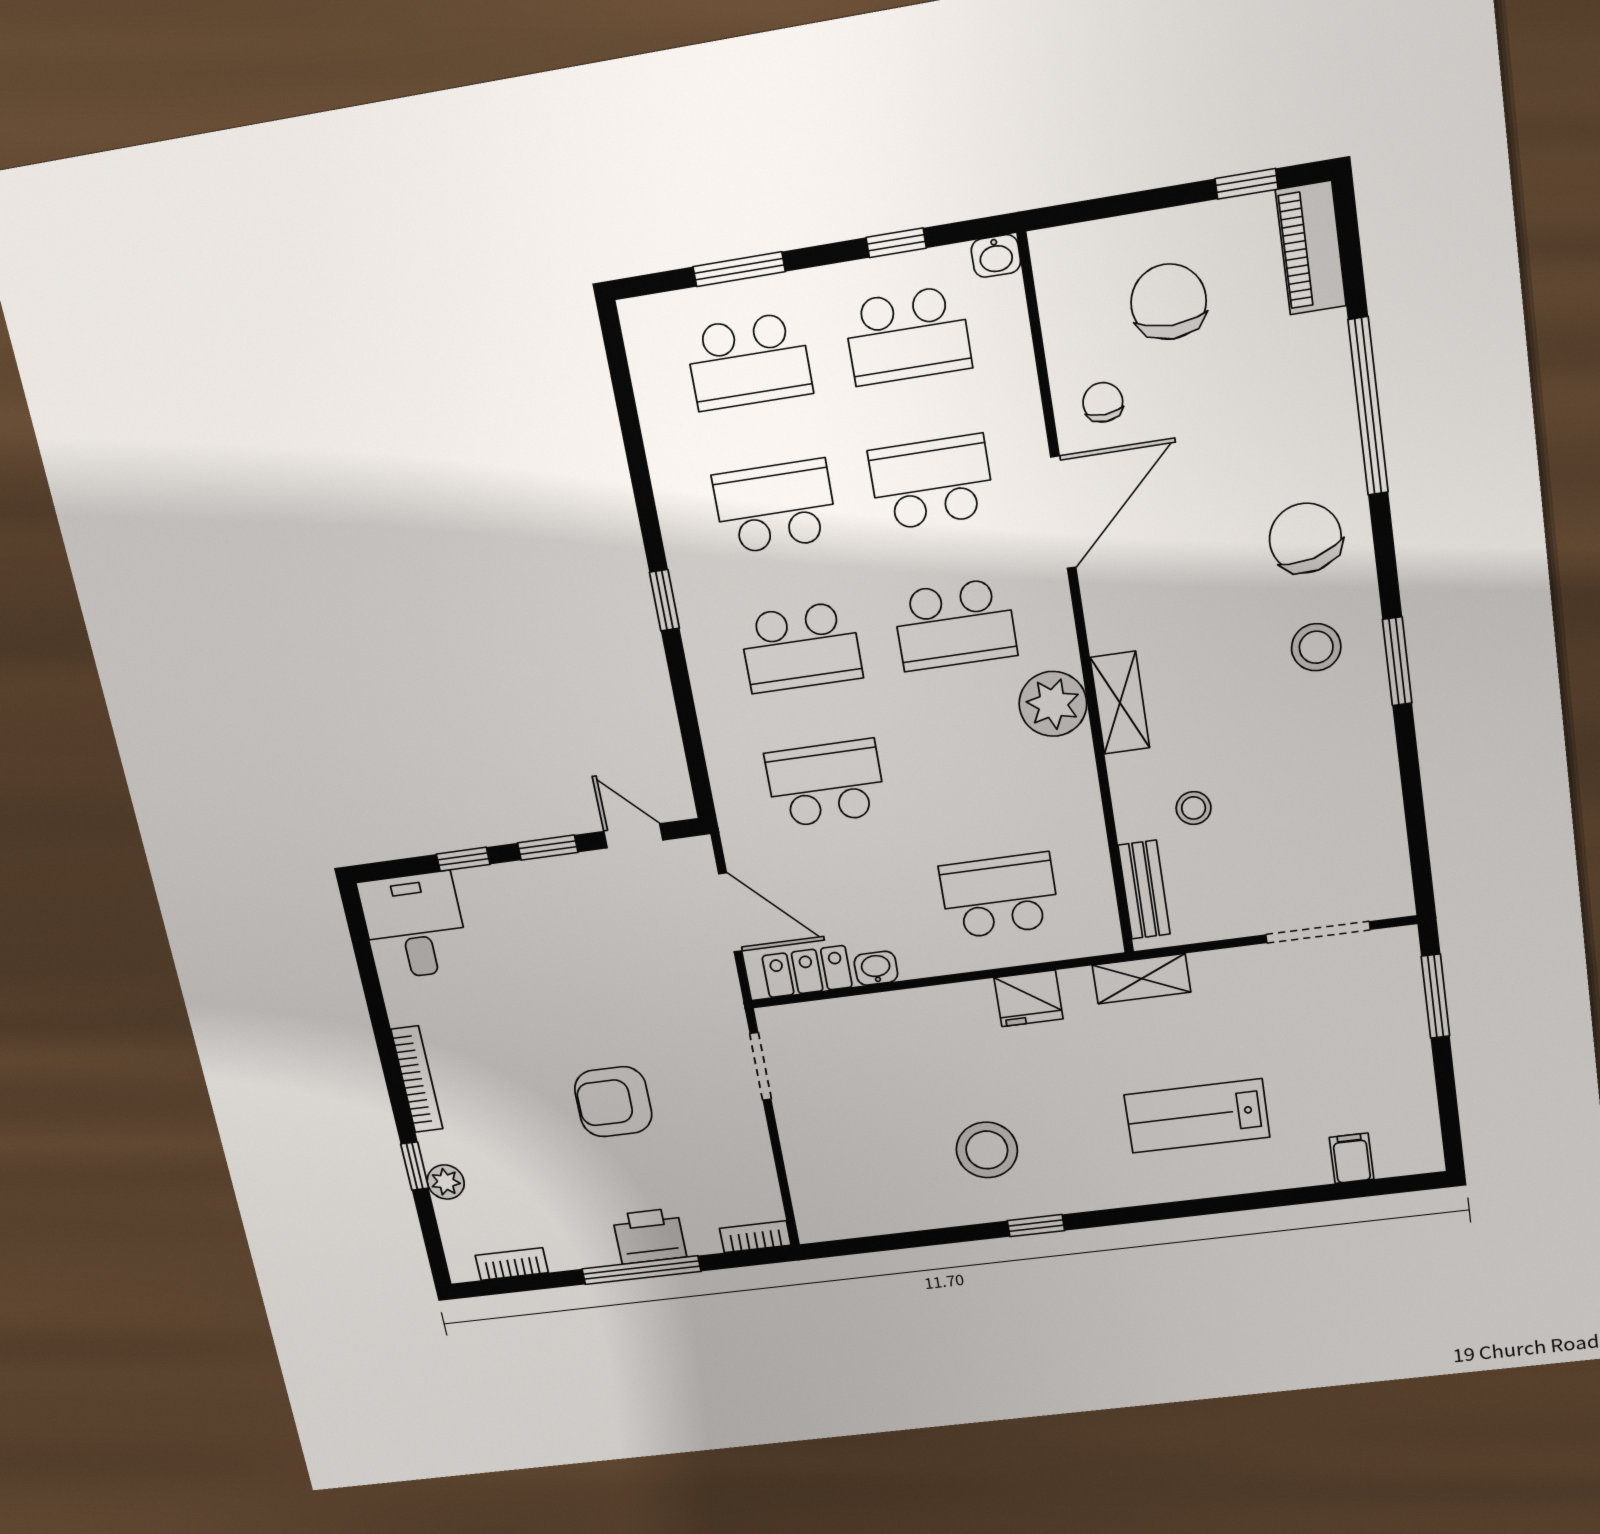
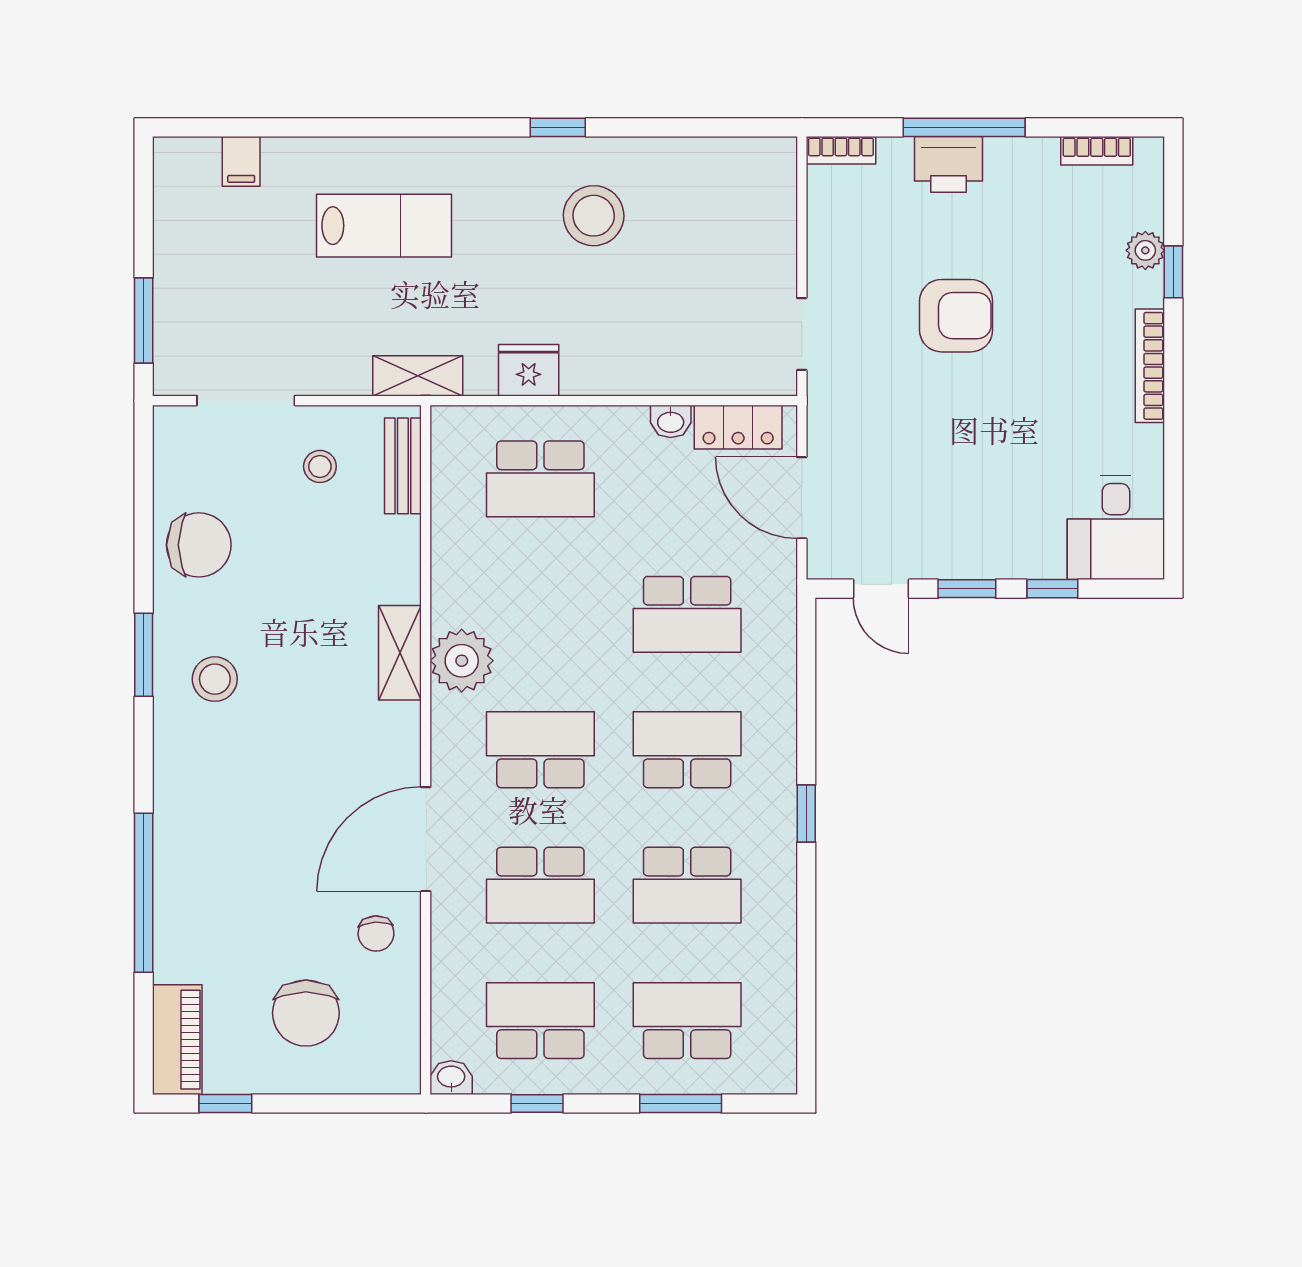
chair: (1305, 538) -> (199, 545), moved, turned -75
stool: (1194, 808) -> (320, 466), moved

